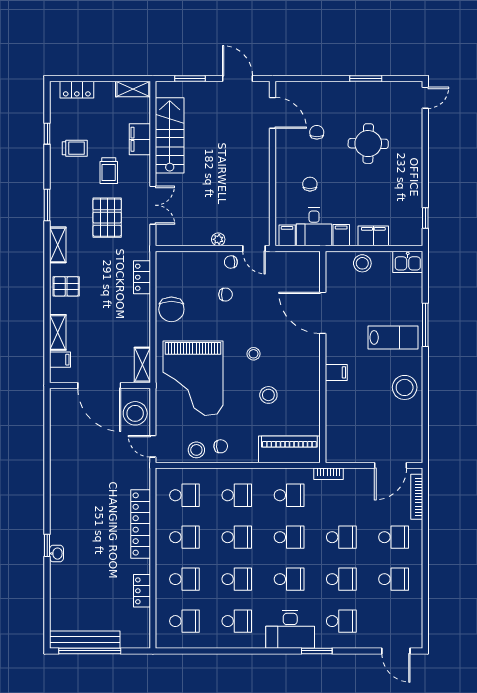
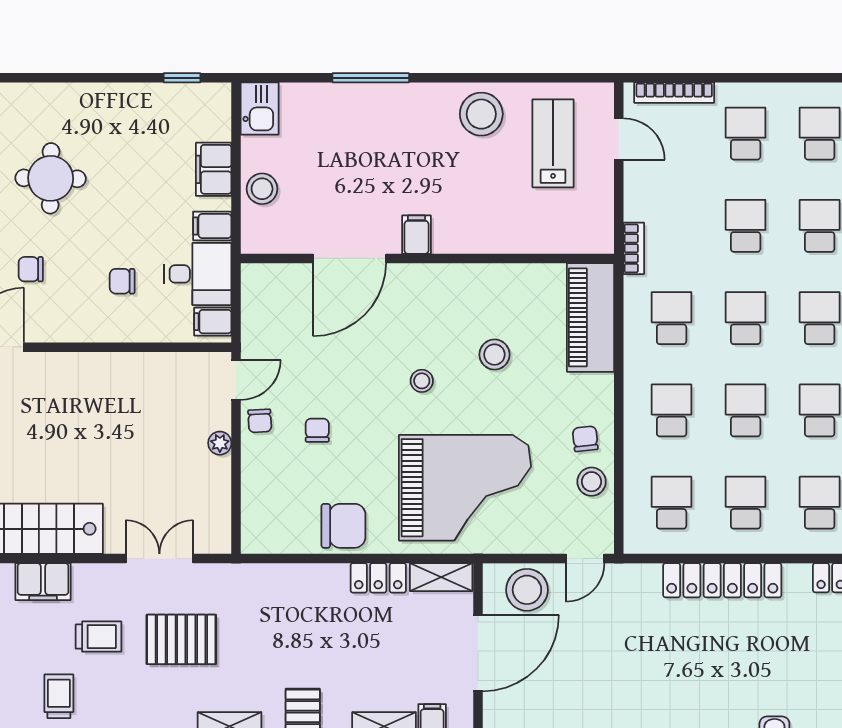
locker: (142, 277) -> (378, 578), moved
lab bench: (393, 337) -> (553, 143), moved
filing cabinet: (336, 372) -> (416, 235), moved
door: (391, 465) -> (619, 139), width x0.73

